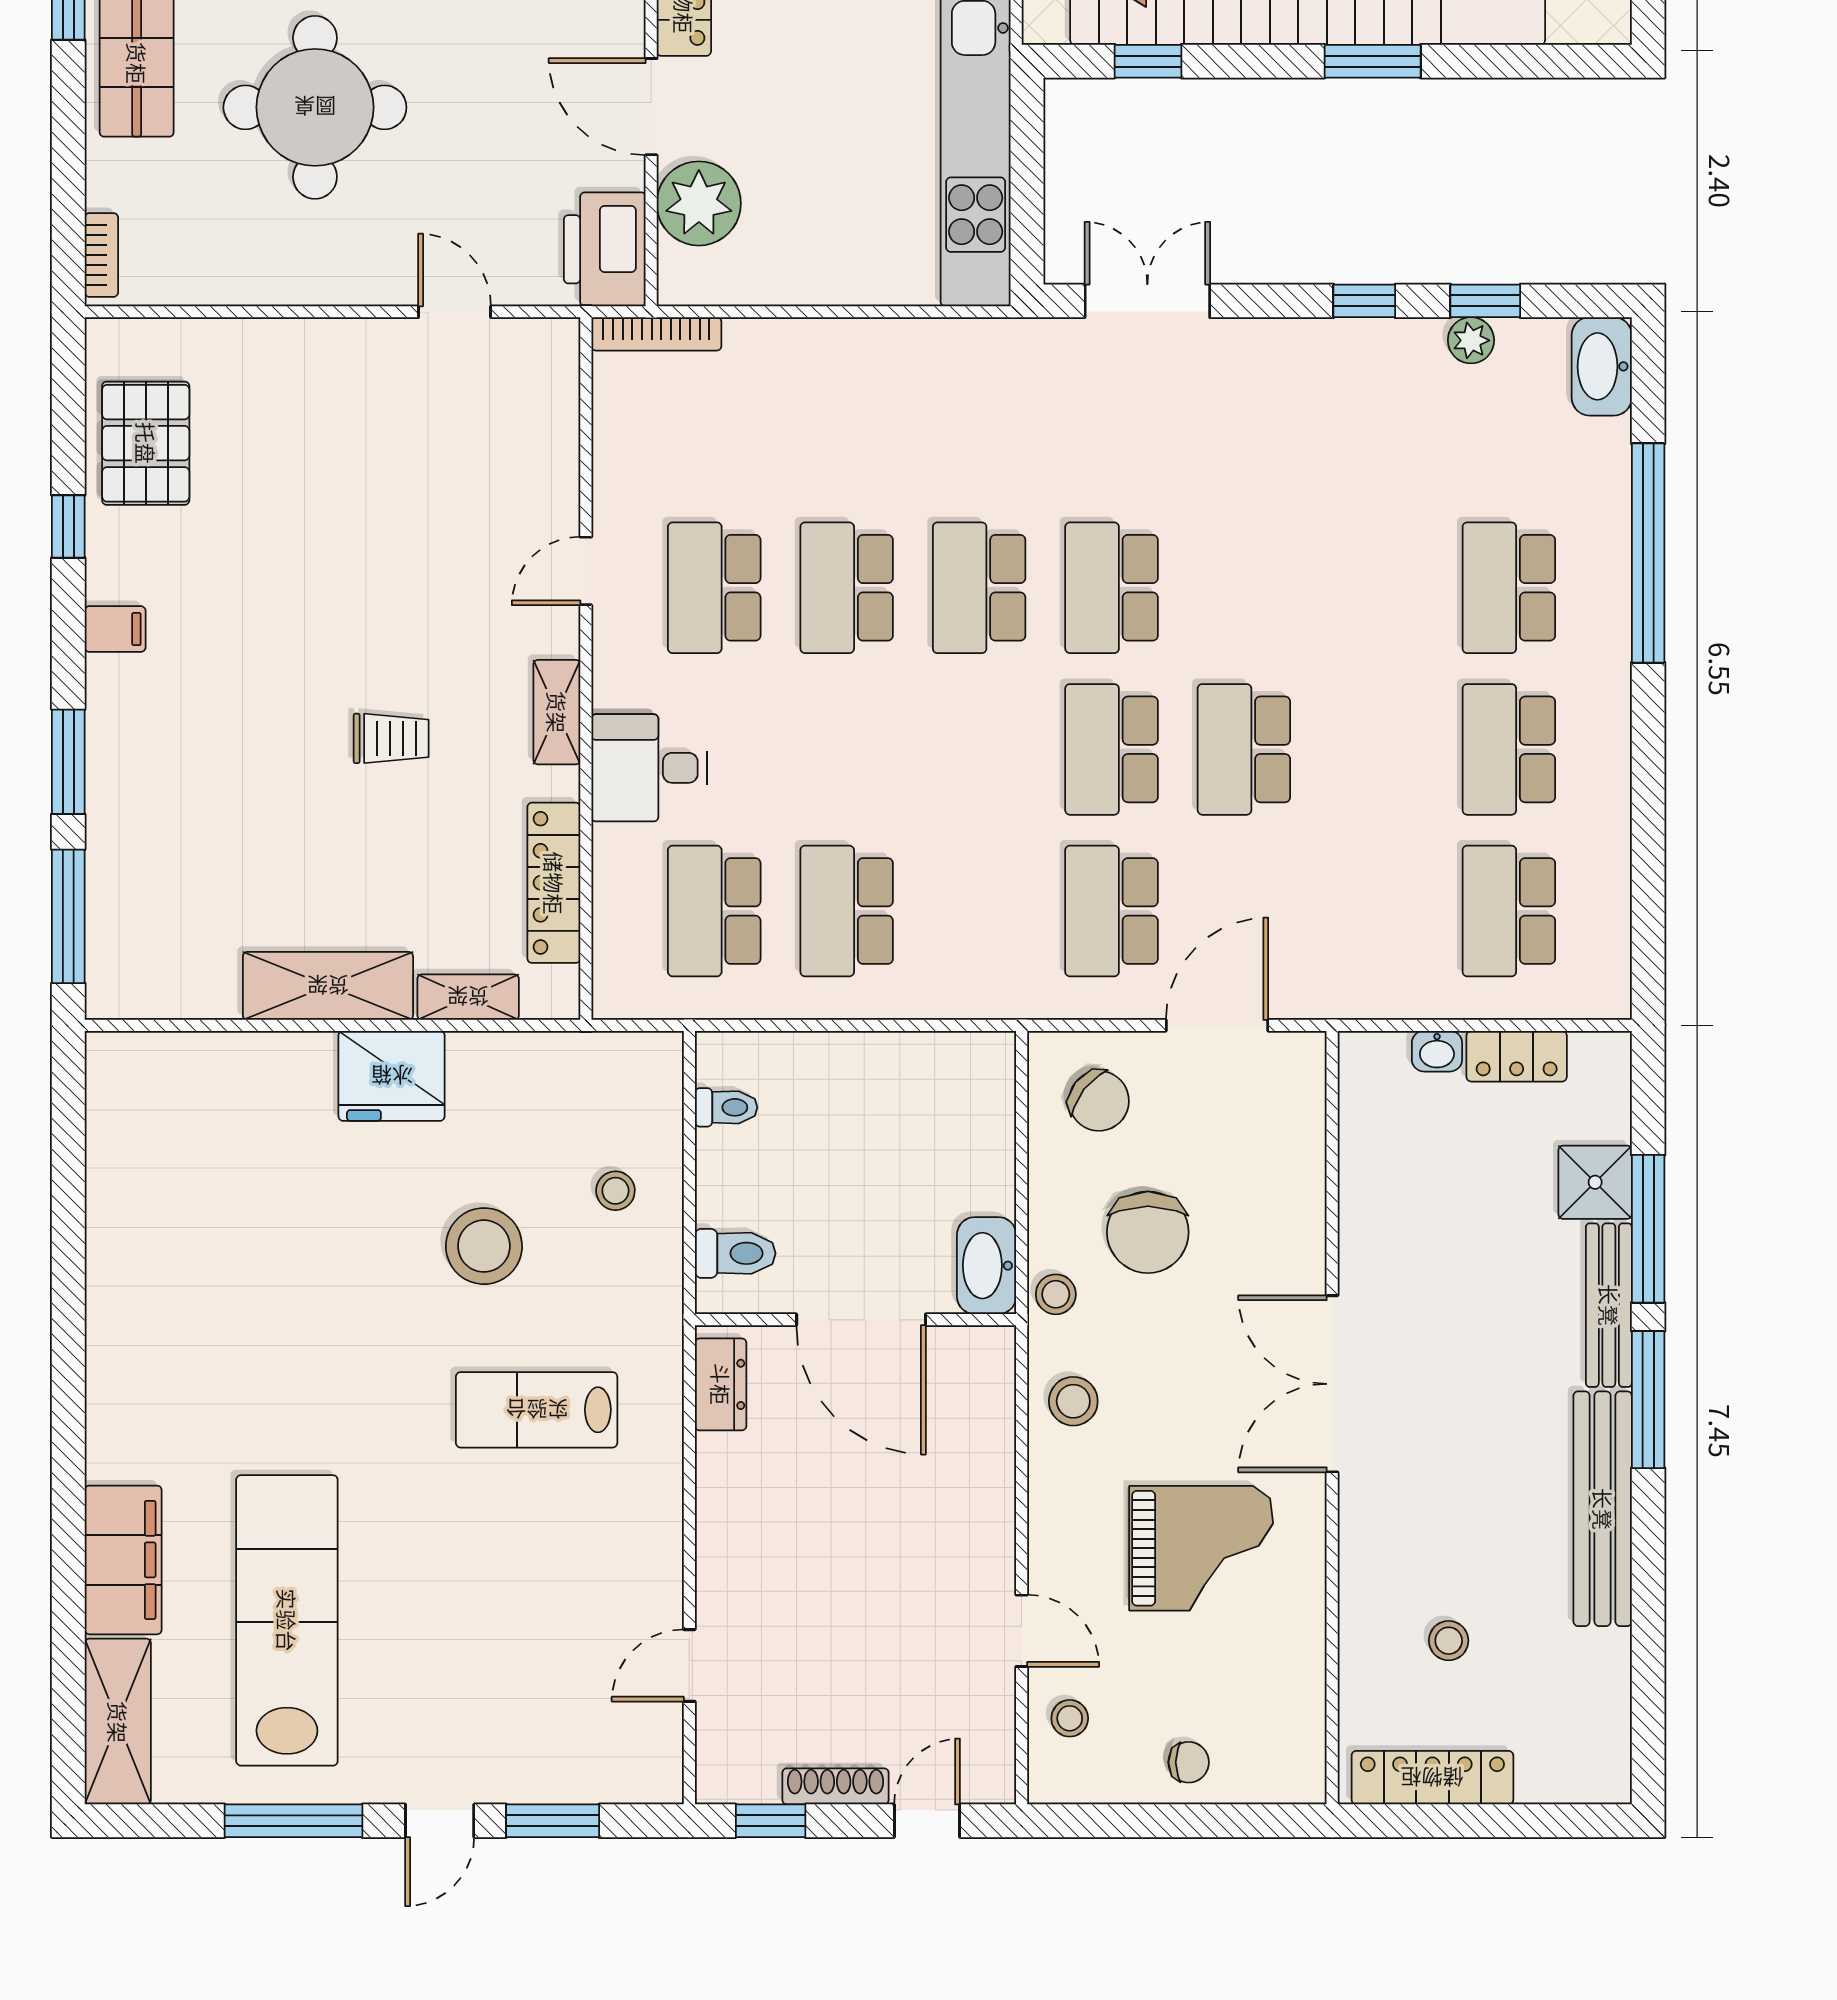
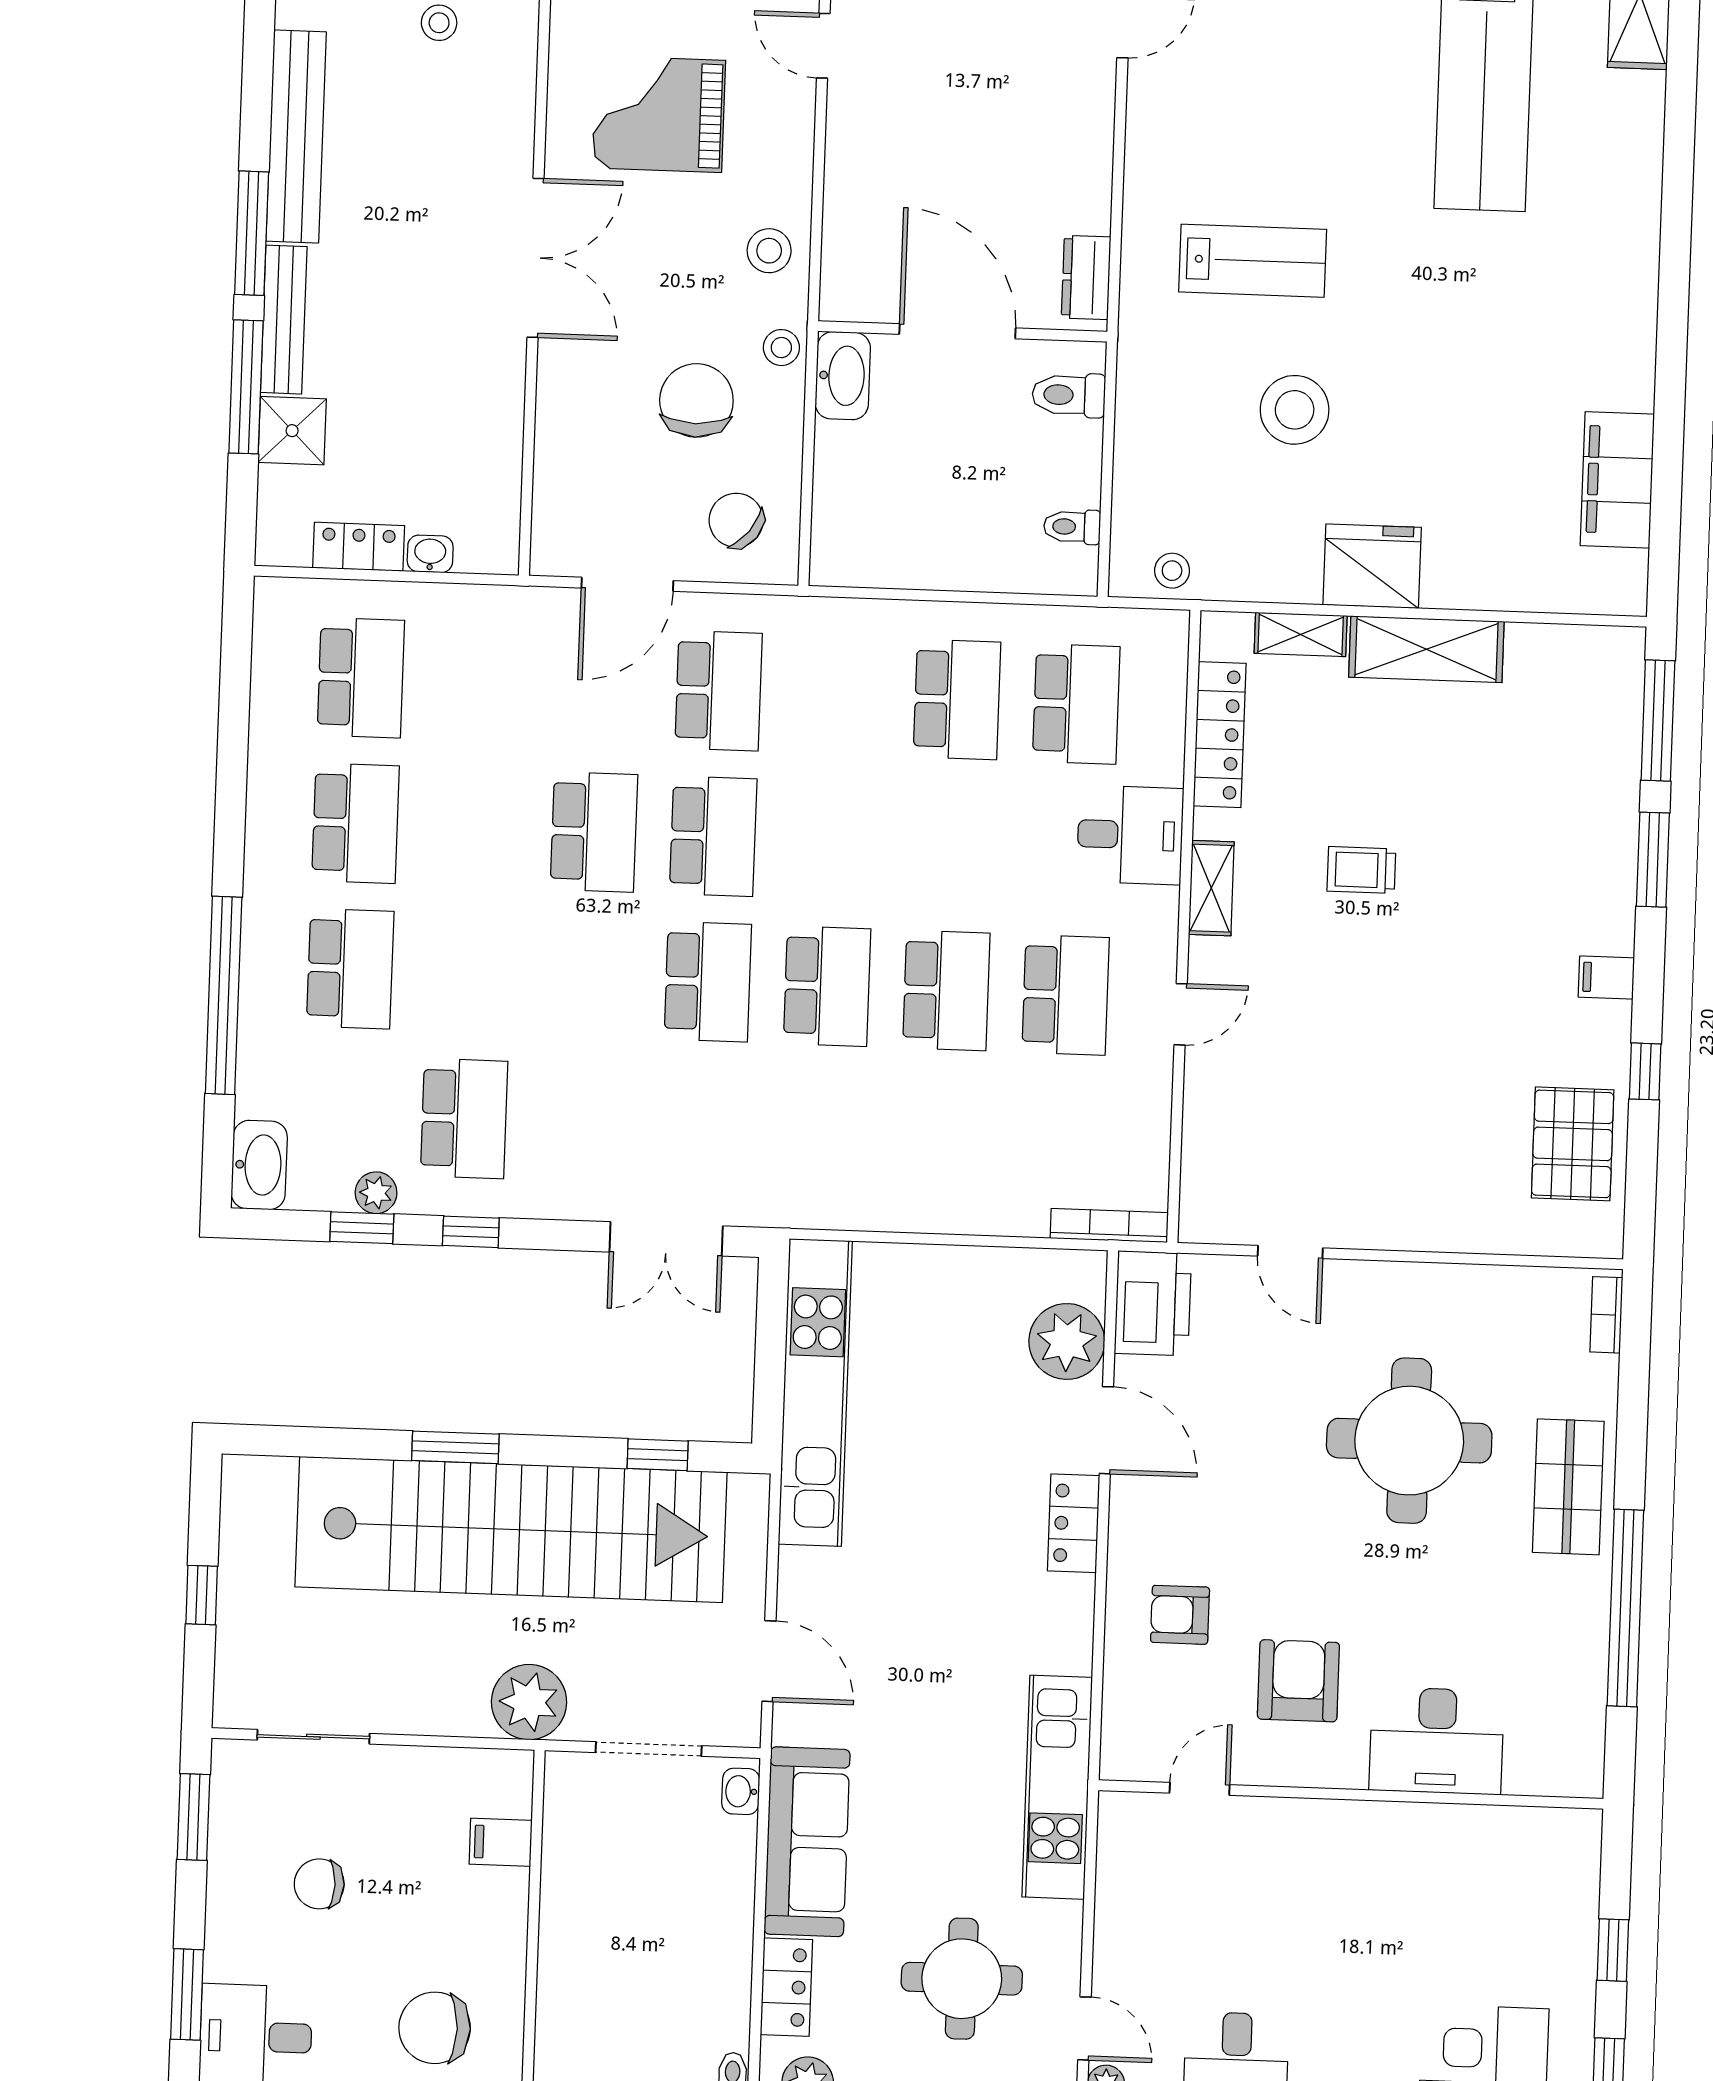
school desk: (1376, 426) -> (464, 1119), added
stool: (615, 1191) -> (1172, 571), moved
filing cabinet: (123, 1560) -> (1617, 480), moved

